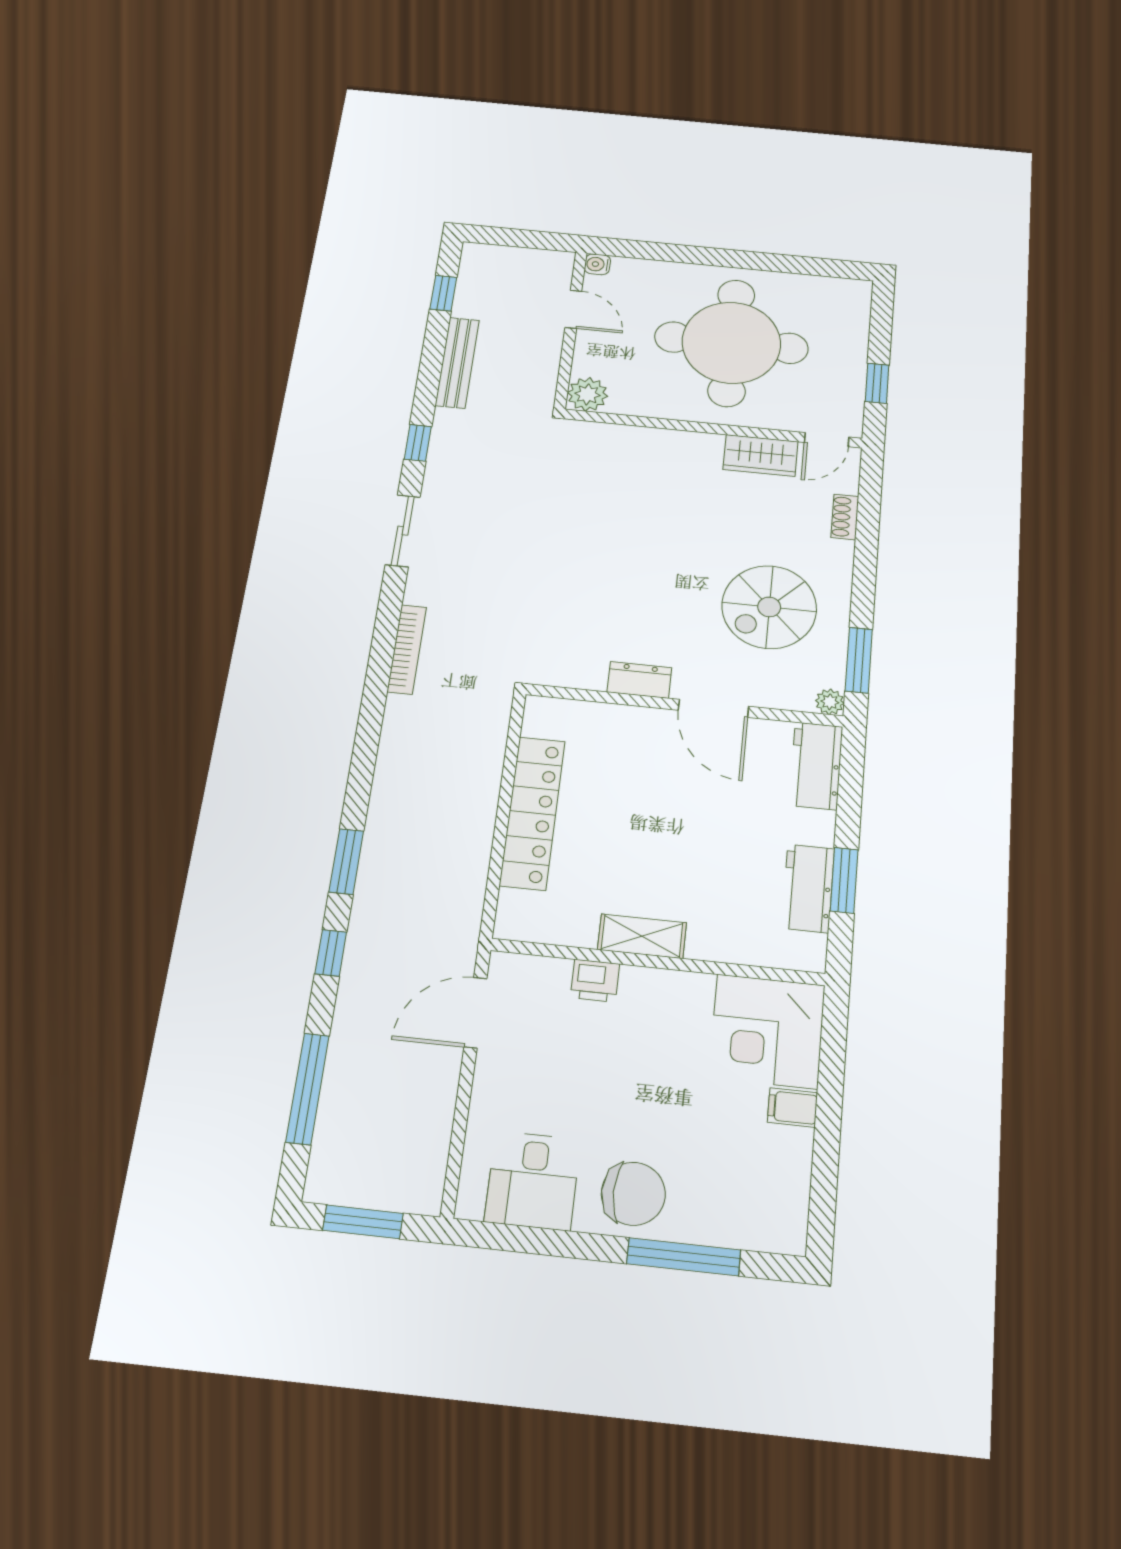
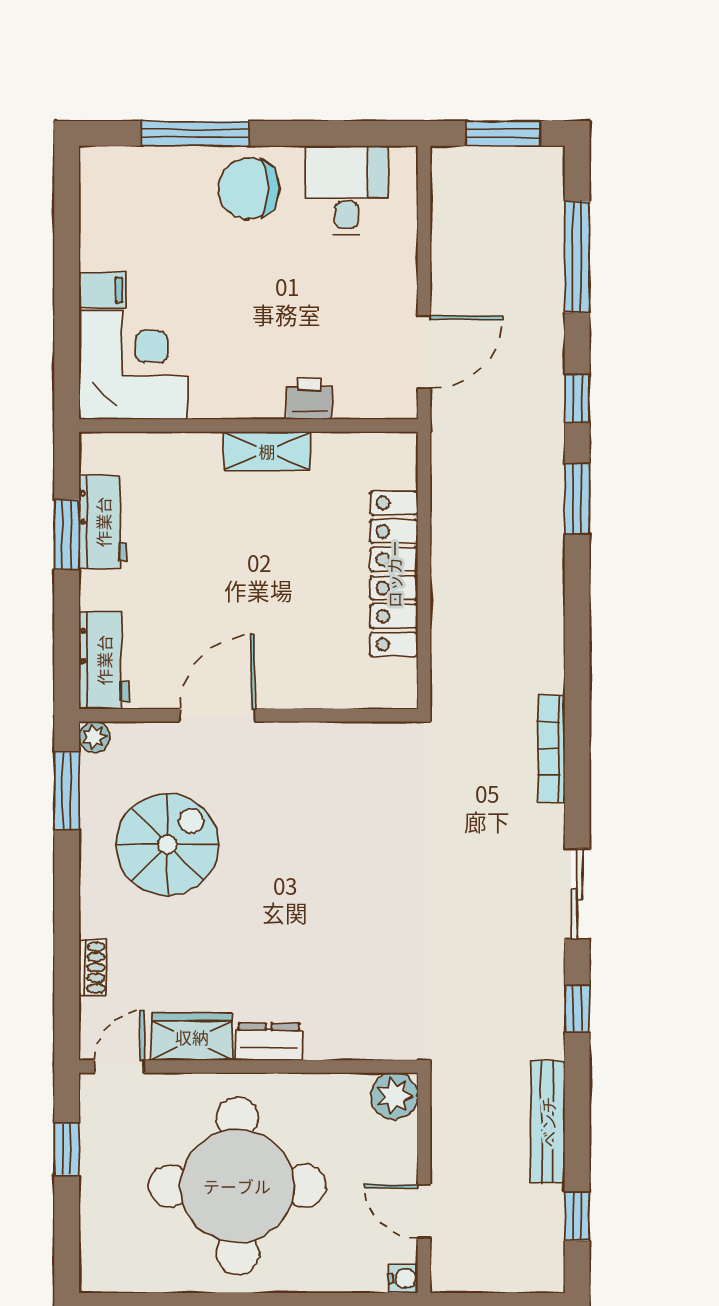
dresser: (639, 680) -> (269, 1042), moved, turned 180
door: (713, 708) -> (217, 715), hinge flipped

